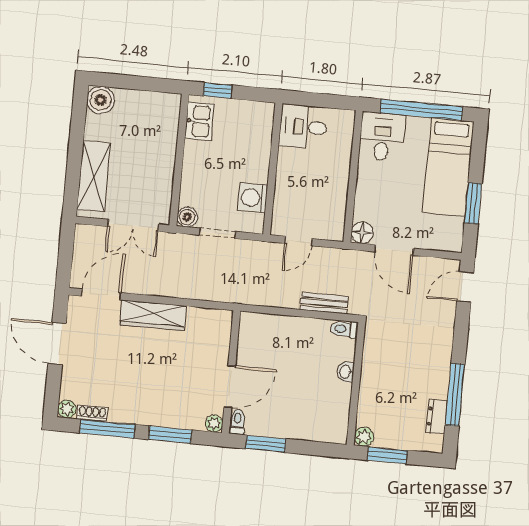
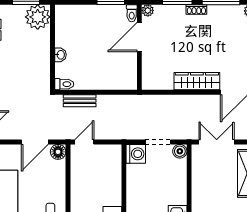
washing machine: (253, 198) -> (136, 154), moved
door: (298, 241) -> (84, 142), moved
door: (394, 250) -> (35, 142), swing flipped
shoe rack: (92, 413) -> (196, 9), moved
plant: (364, 437) -> (38, 17), width x1.87, depth x1.87

